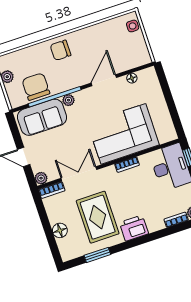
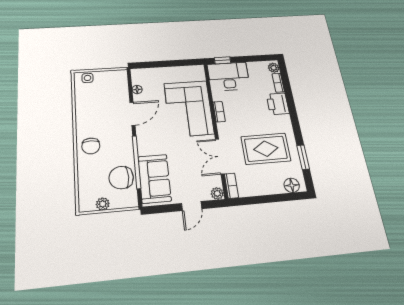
door: (104, 80) -> (132, 114), swing flipped
plant: (68, 100) -> (143, 150), removed
printer: (134, 228) -> (278, 104), moved
floor lamp: (60, 230) -> (292, 185), moved

